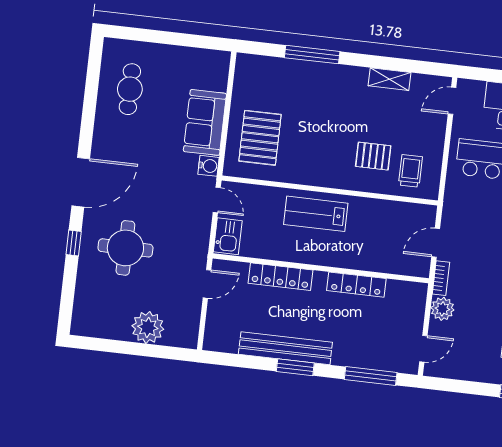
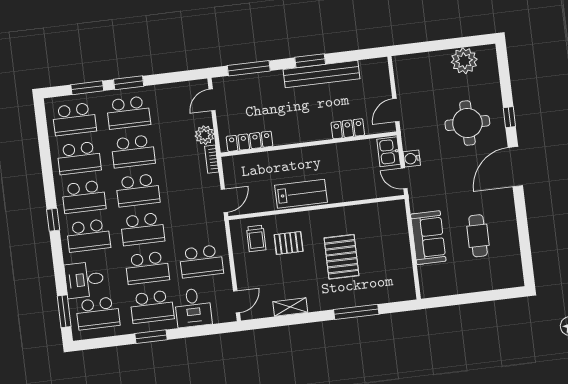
cafe table: (130, 89) -> (478, 236), moved
pallet: (260, 138) -> (341, 257), moved
water cooler: (208, 166) -> (412, 159), moved
lab bench: (316, 214) -> (301, 194), moved
door: (436, 243) -> (224, 201), moved
locker: (280, 277) -> (348, 129), width x0.66
locker: (356, 285) -> (250, 141), moved
plant: (148, 327) -> (464, 61), moved

